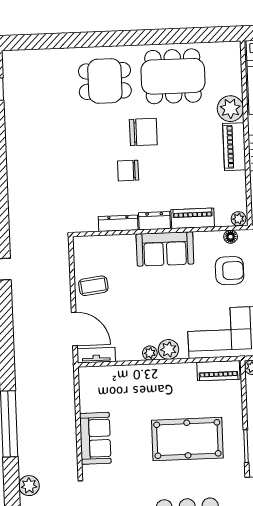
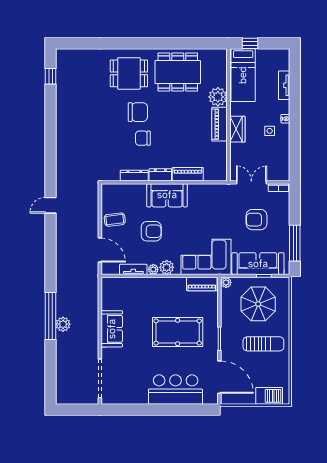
chair: (143, 132) -> (138, 112), moved
plant: (239, 219) -> (221, 176), removed
floor lamp: (231, 237) -> (214, 188), removed
armchair: (230, 271) -> (151, 231), moved
tv unit: (96, 355) -> (133, 269), moved
plant: (29, 486) -> (63, 324), moved

